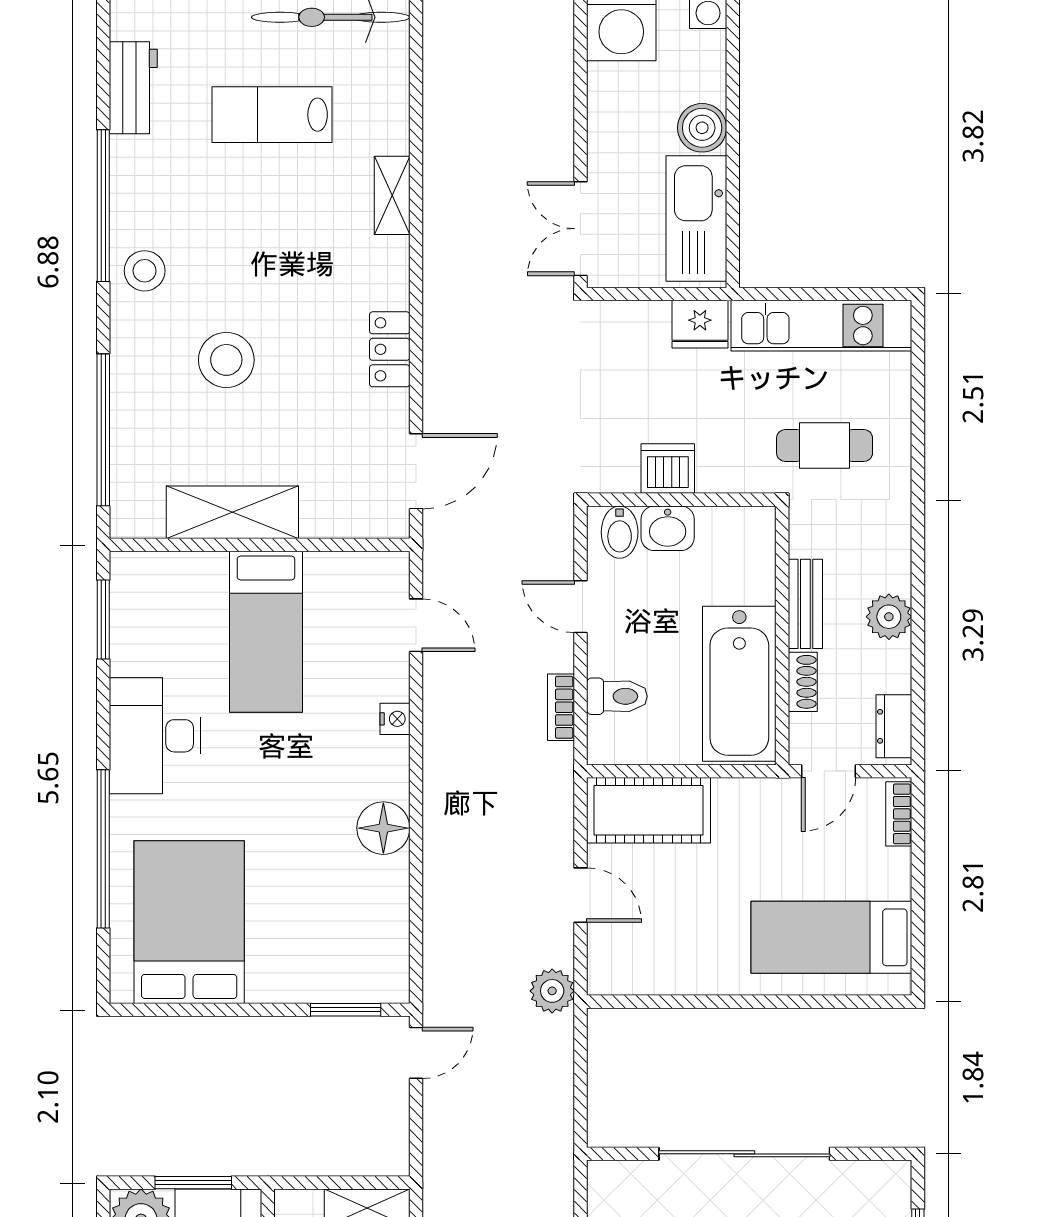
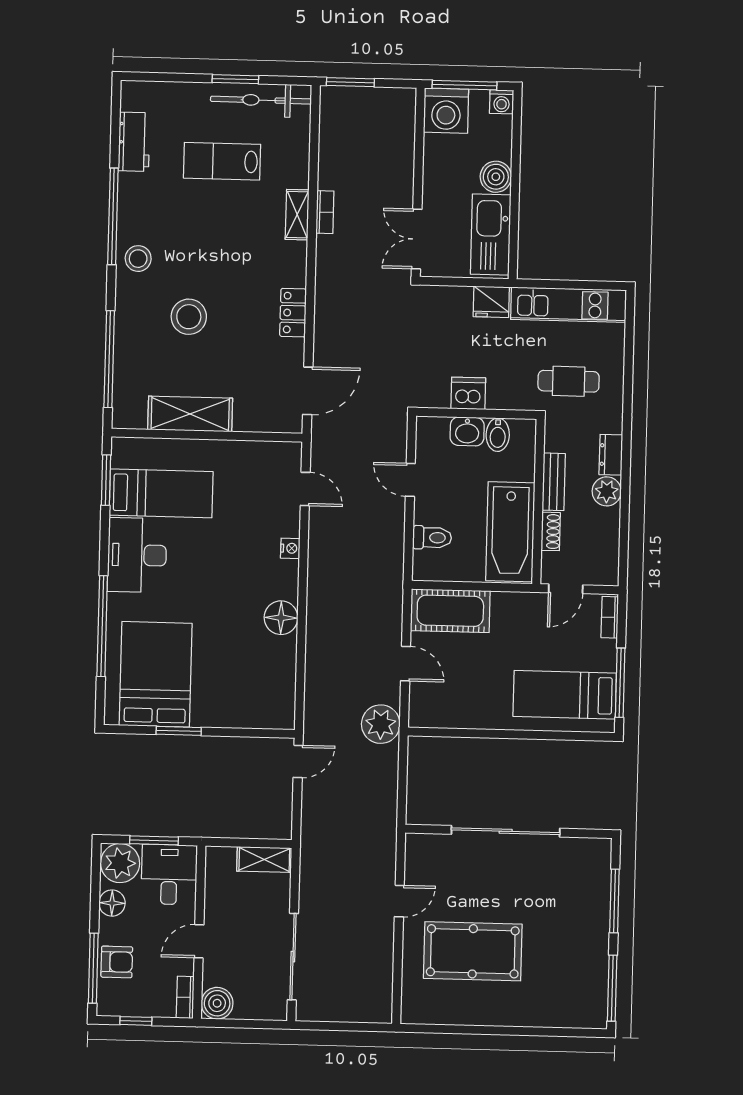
bidet: (620, 532) -> (498, 435), moved
bed: (266, 632) -> (161, 493), moved, turned -90
bookcase: (561, 707) -> (325, 212), moved, turned 180
dresser: (894, 726) -> (611, 455), moved
window: (918, 916) -> (620, 683), added
plant: (552, 991) -> (381, 724), width x1.36, depth x1.36
window: (346, 1010) -> (179, 731), moved

